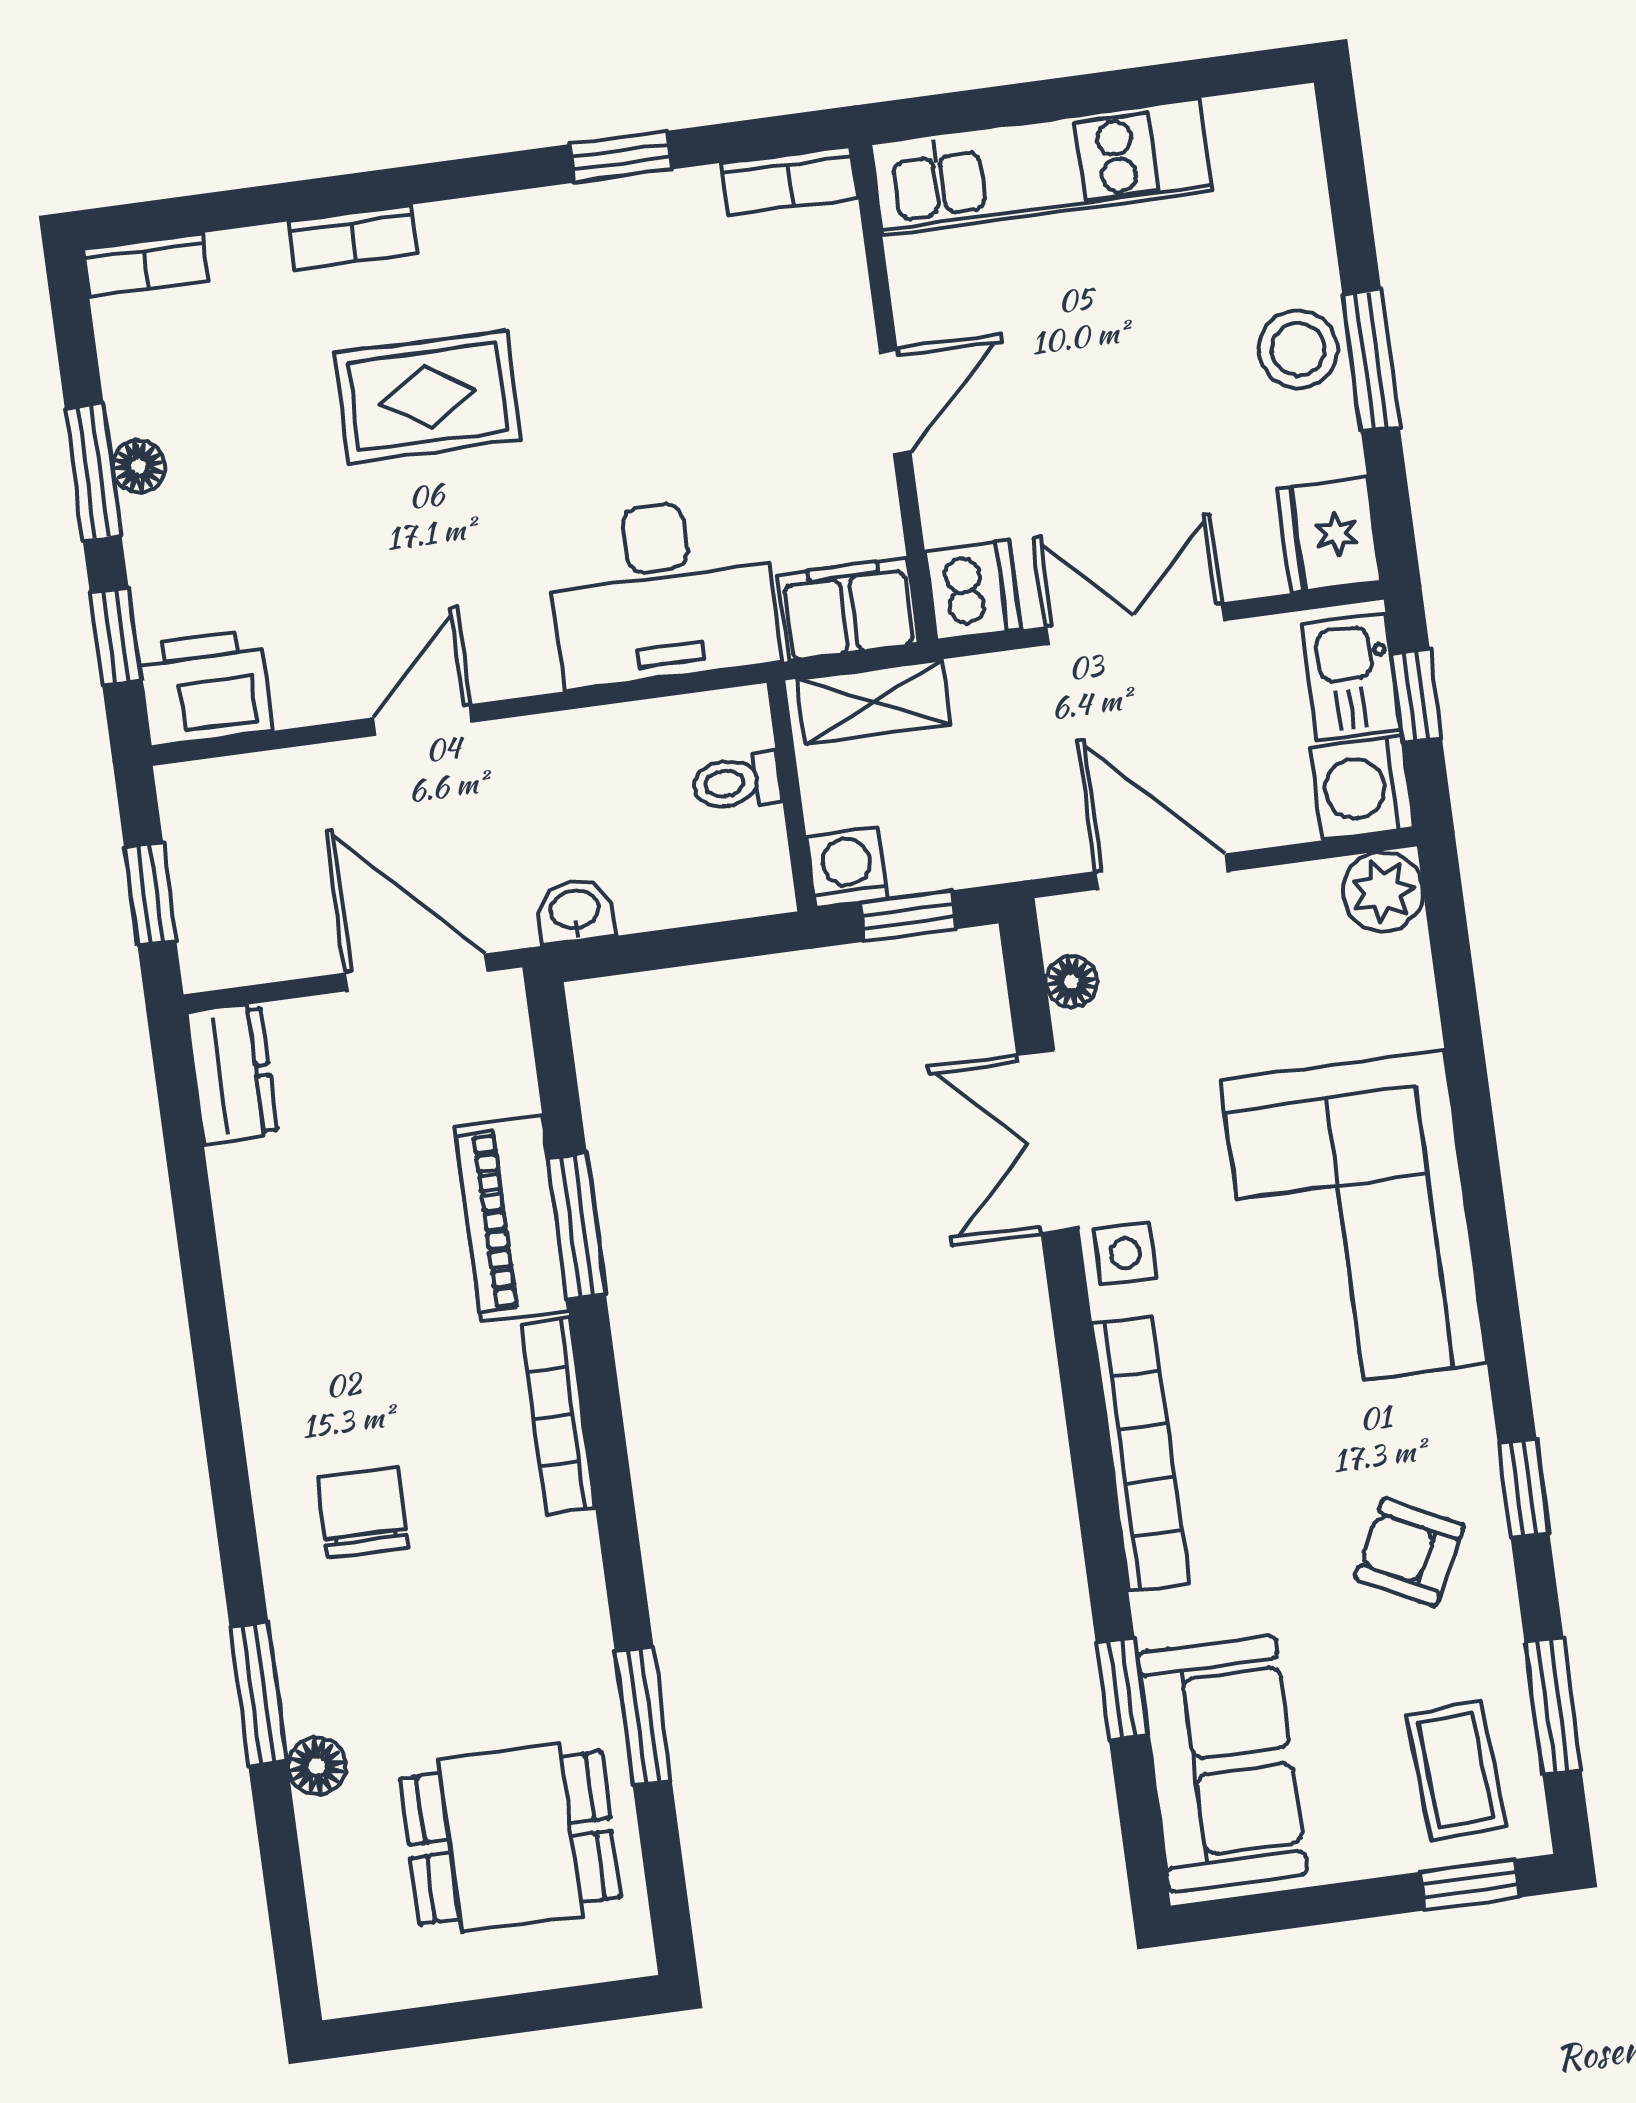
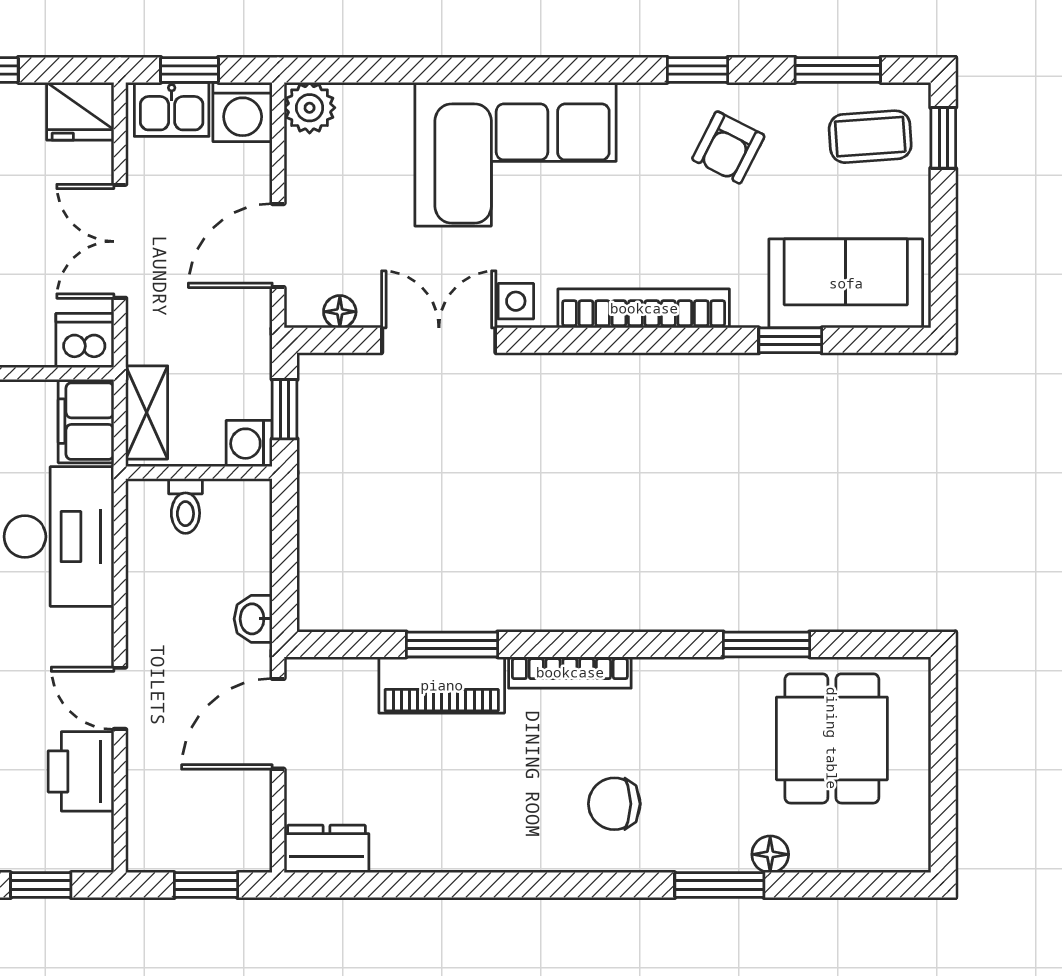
printer: (205, 688) -> (81, 771), moved
double door: (1048, 1142) -> (439, 340), swing flipped

